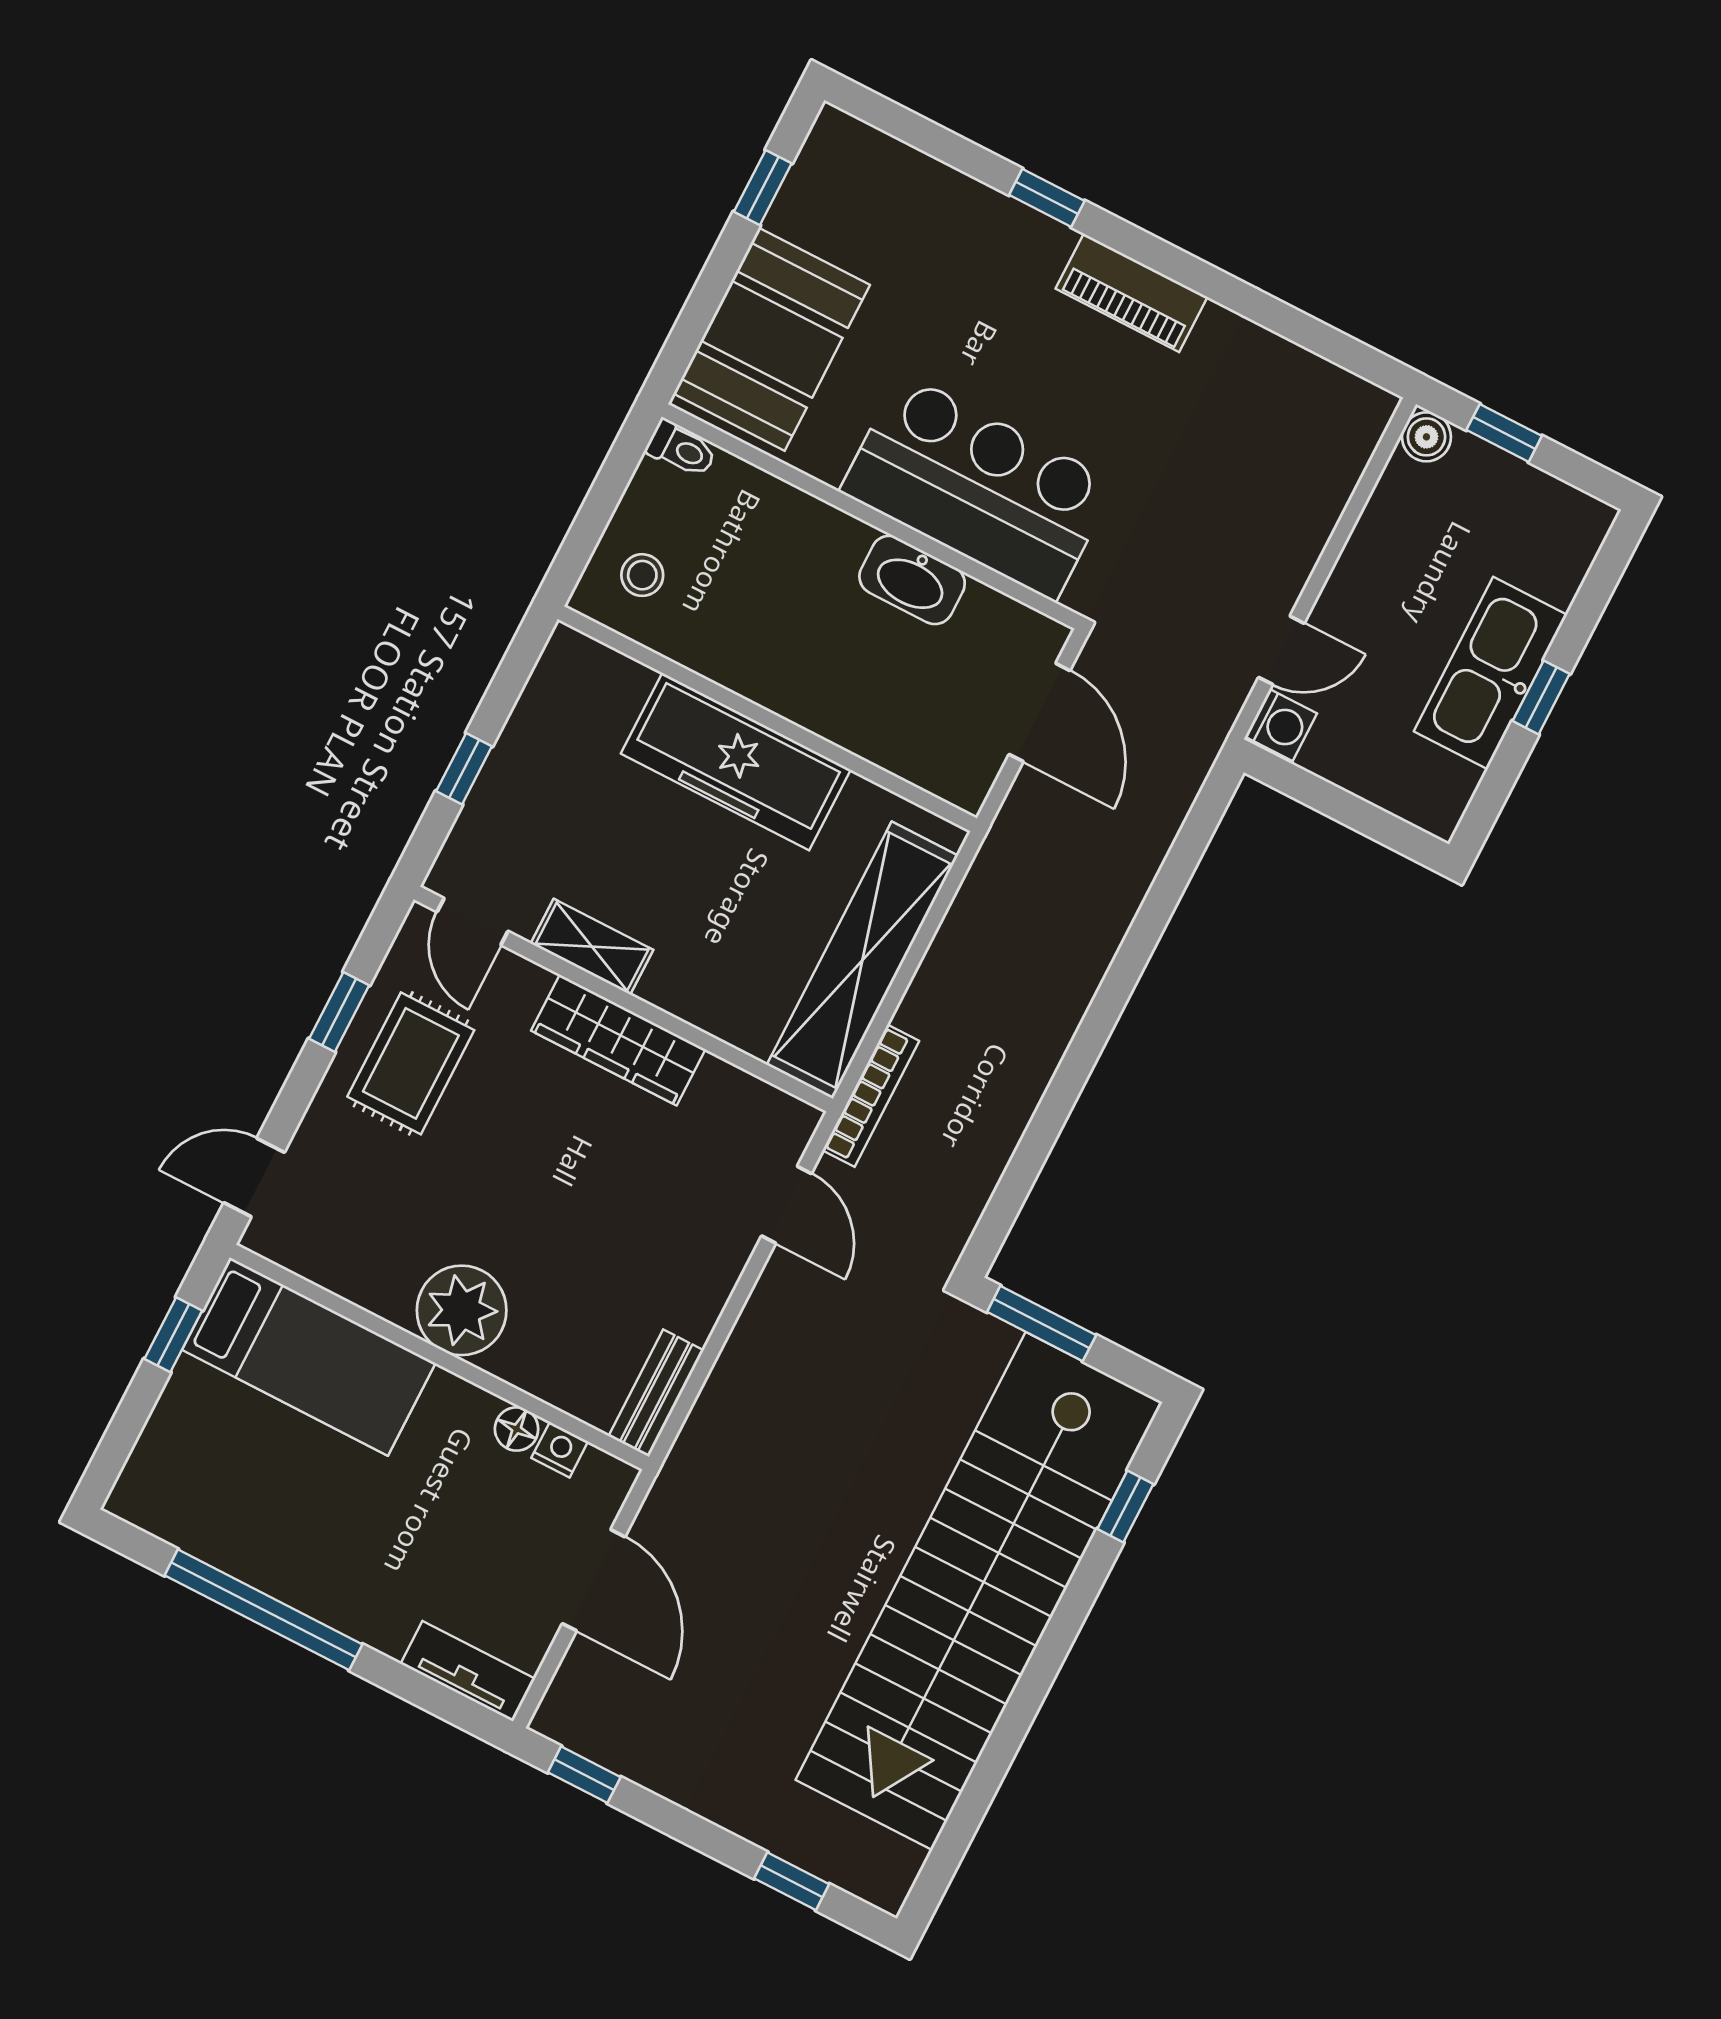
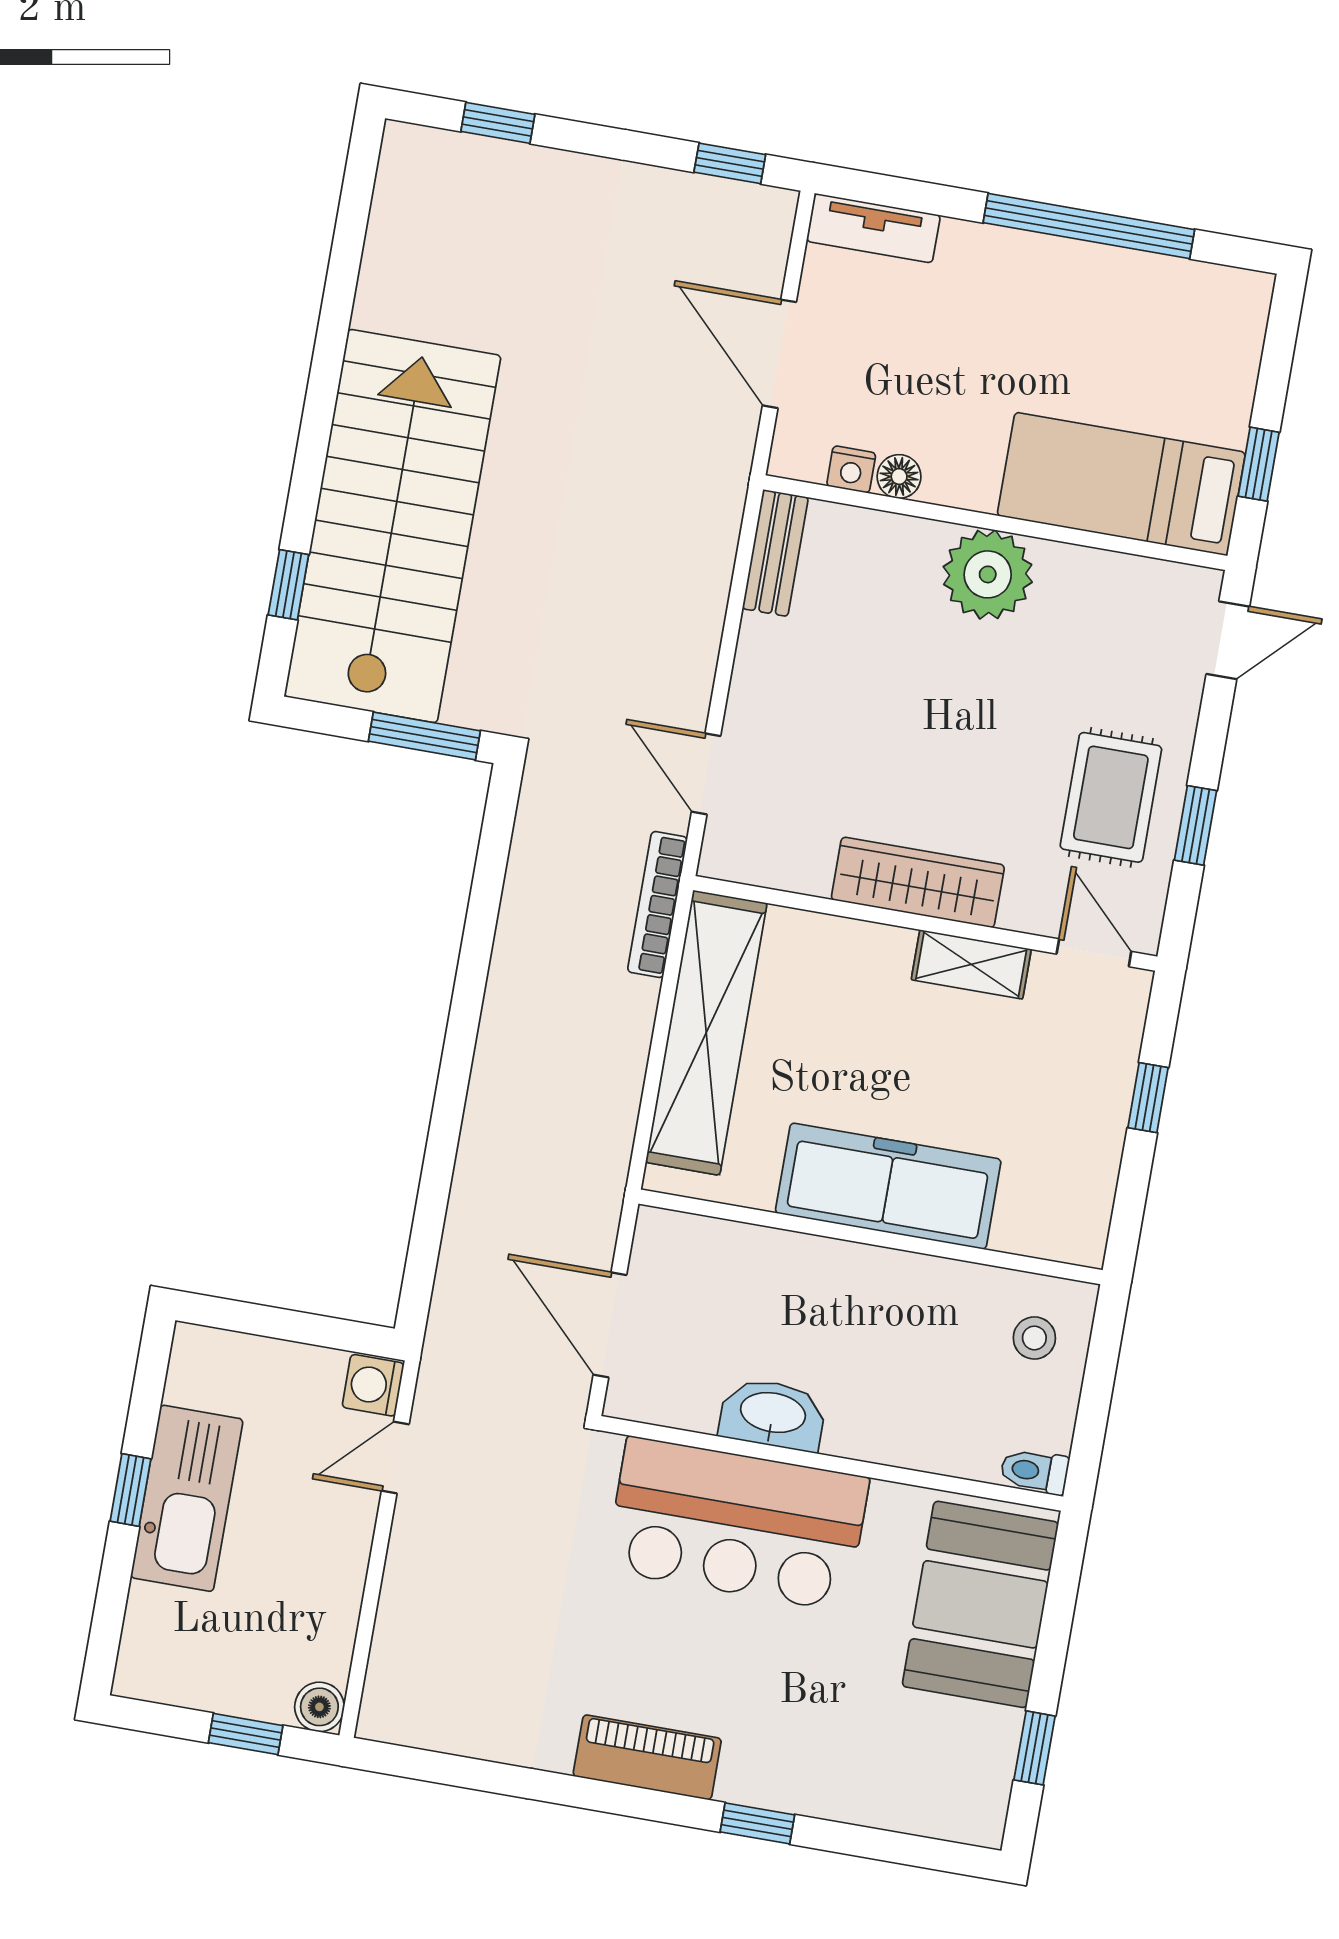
stairs: (979, 1591) -> (393, 526), width x0.73

